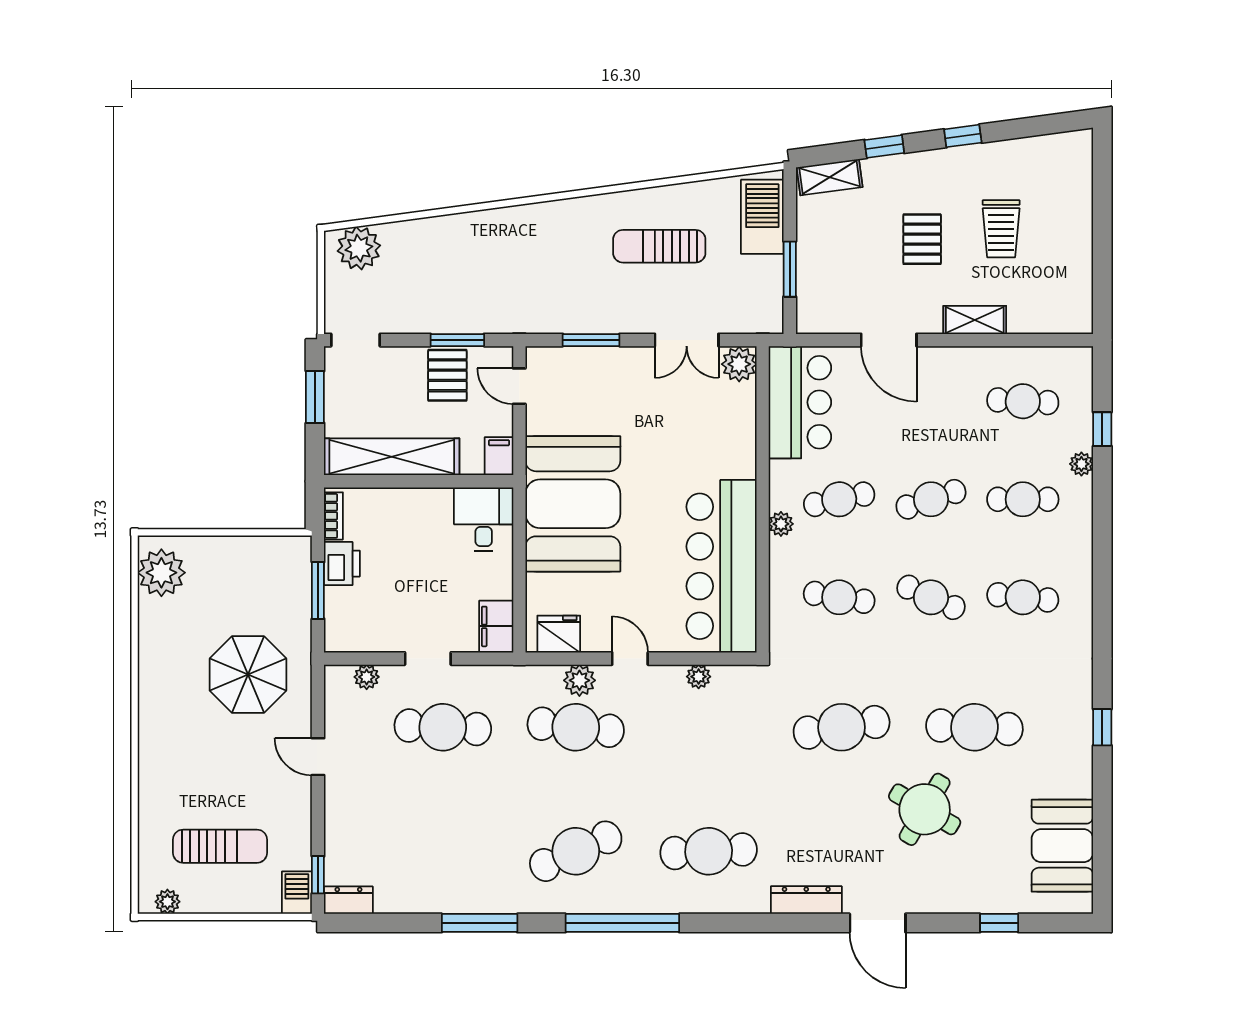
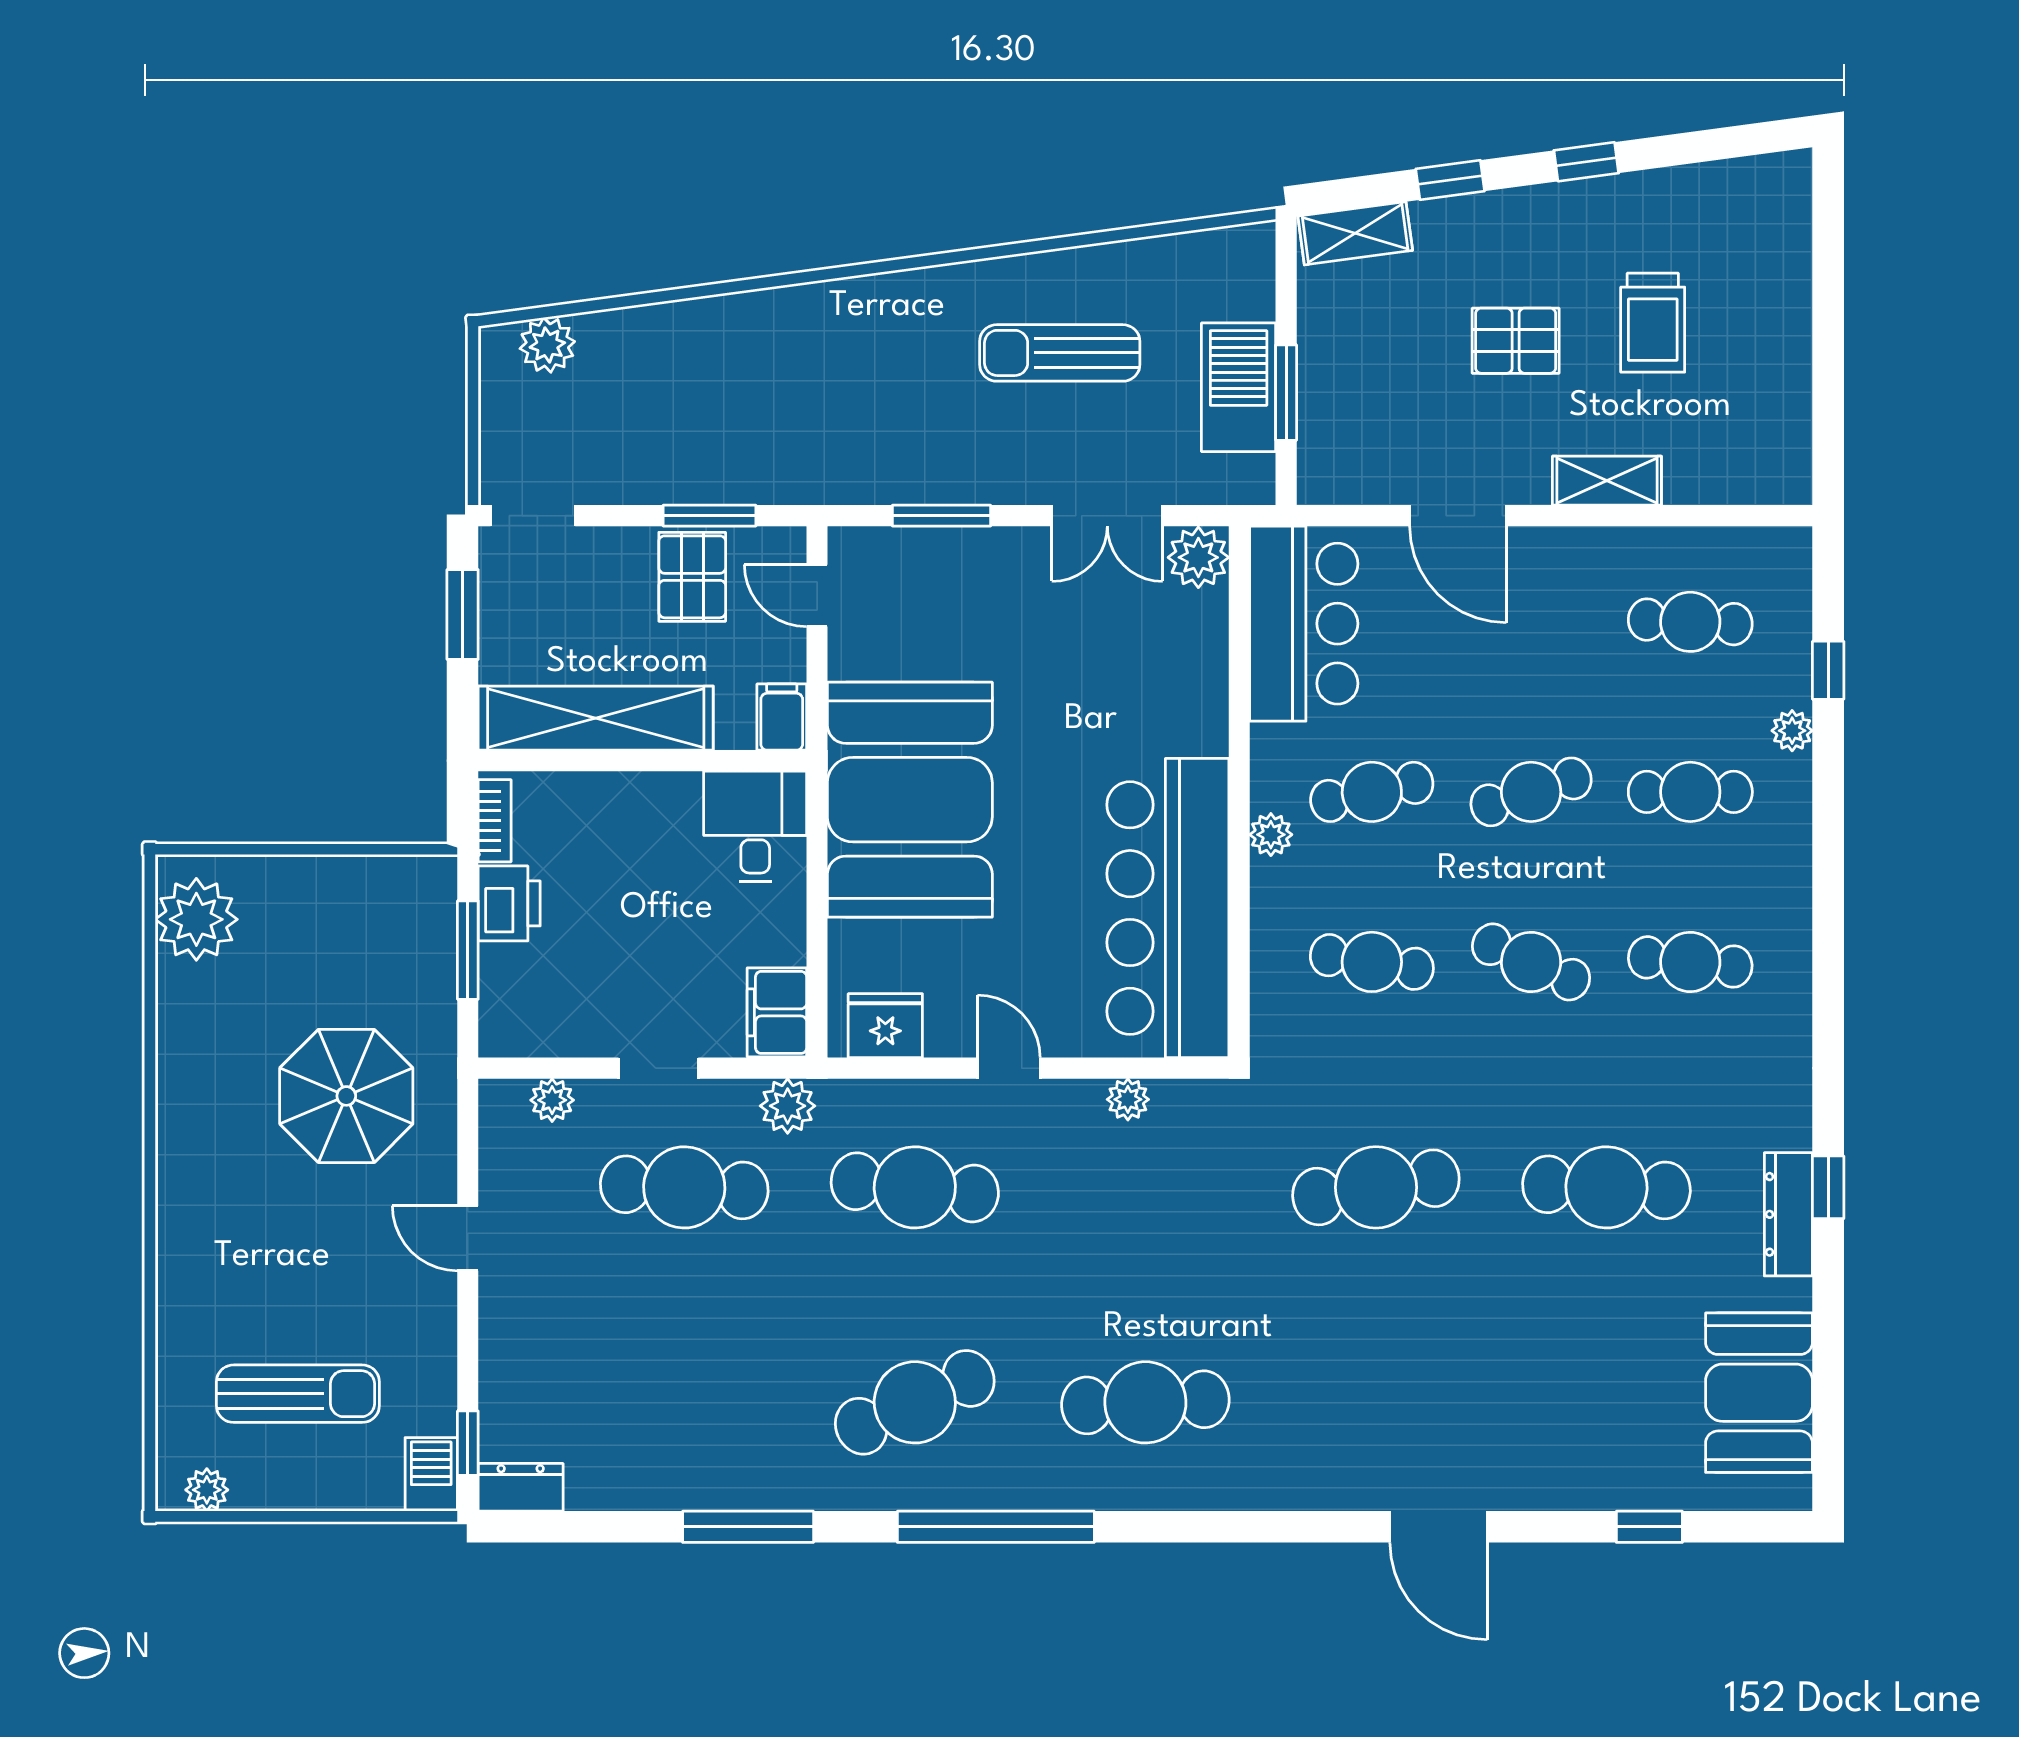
barbecue: (762, 217) -> (1239, 387), moved
pallet: (922, 239) -> (1516, 341), turned 90
plant: (359, 248) -> (547, 345), width x0.73, depth x0.73
plant: (579, 680) -> (788, 1106), moved
round table: (925, 809) -> (1520, 1330), removed
dresser: (806, 900) -> (1788, 1214), moved, turned -90

